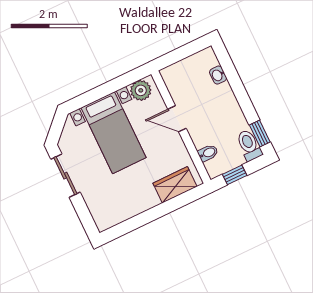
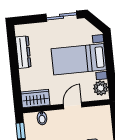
wardrobe: (175, 185) -> (35, 99), moved, turned -90
dresser: (131, 209) -> (23, 52), added

